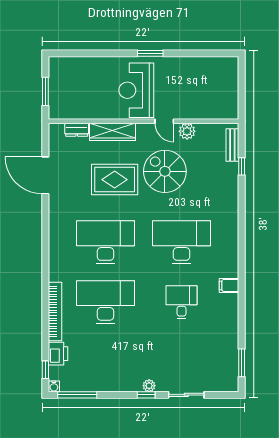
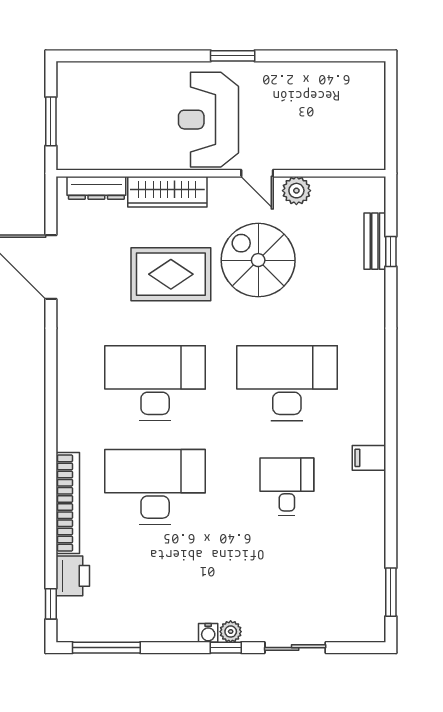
dresser: (77, 130) -> (96, 188), width x1.44
bench: (232, 145) -> (375, 241), moved
water cooler: (54, 386) -> (208, 633), moved

